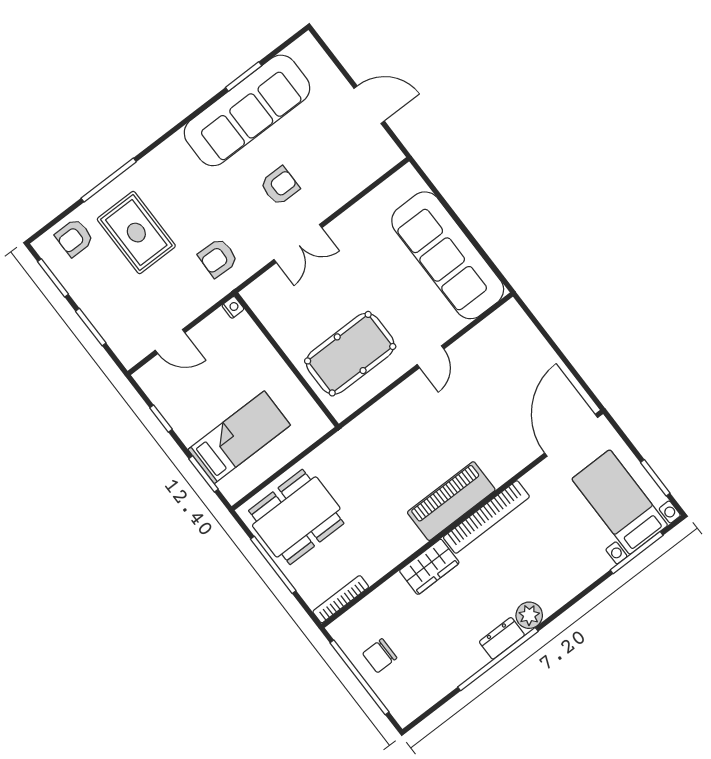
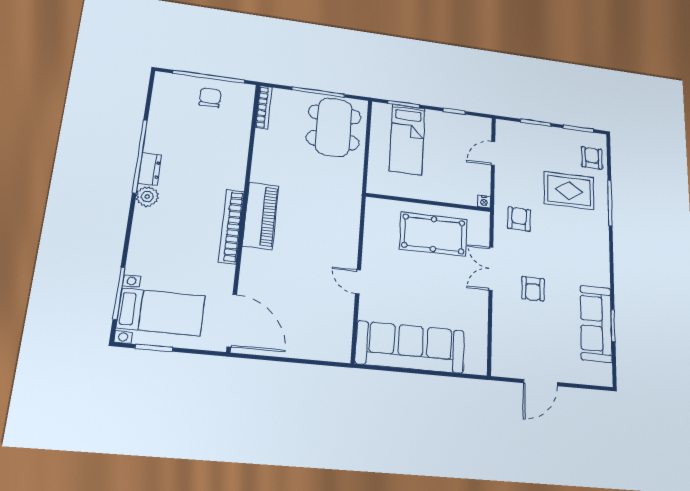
sofa: (247, 110) -> (596, 324), width x0.74, depth x0.79
pool table: (350, 354) -> (433, 234), moved, turned 90
wardrobe: (429, 567) -> (234, 169), removed

